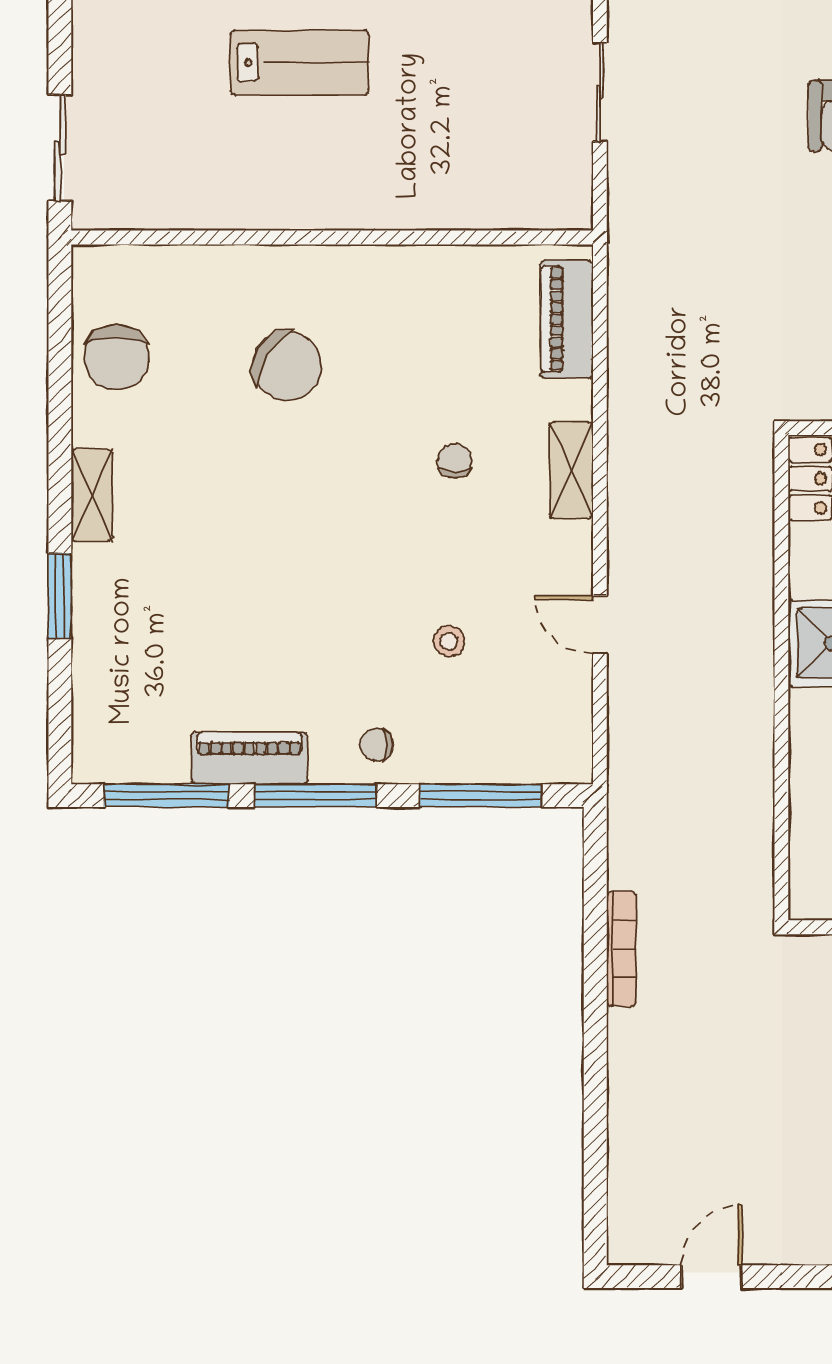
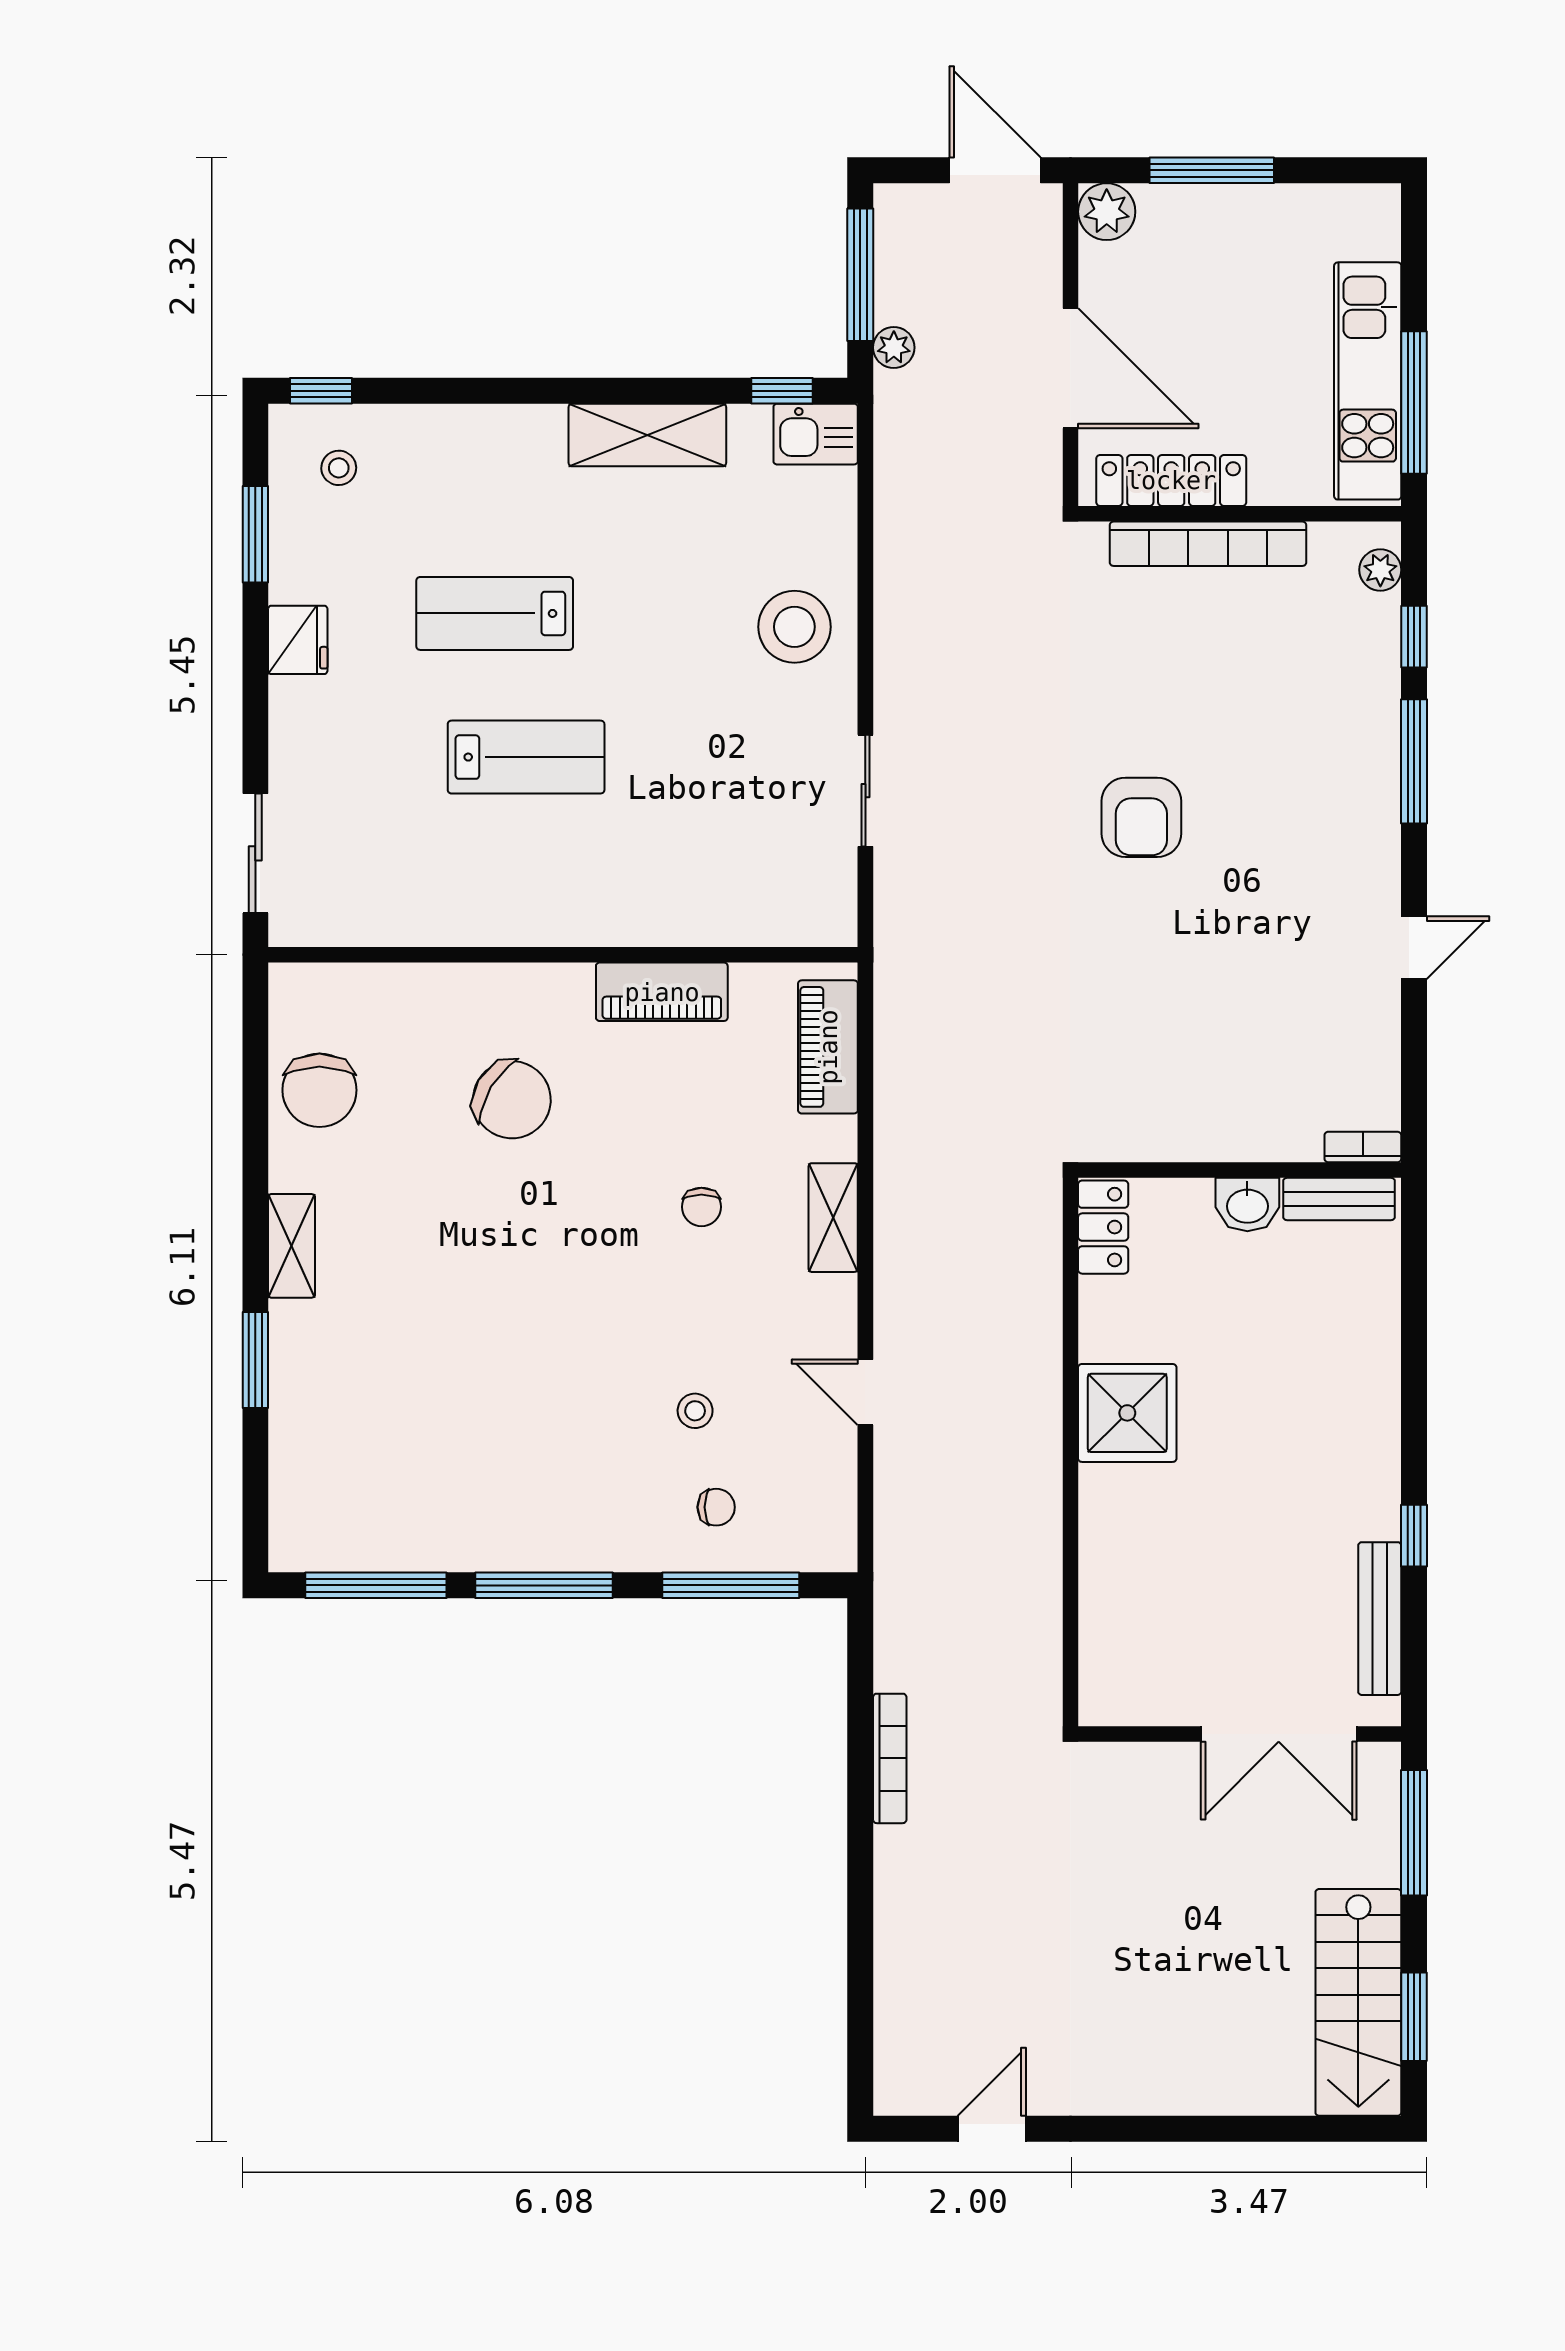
chair: (455, 461) -> (701, 1207), turned 180
chair: (377, 745) -> (716, 1507), moved, turned 180
piano: (249, 758) -> (662, 992), moved, turned 180

